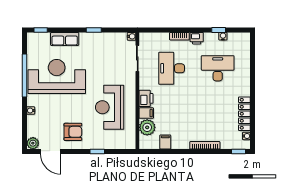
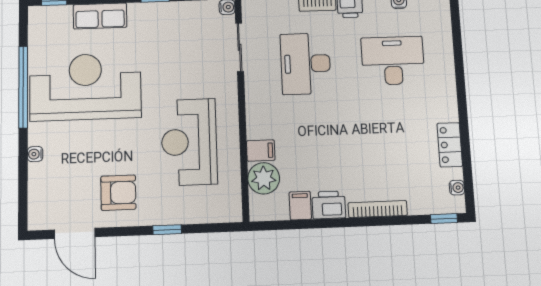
printer: (146, 98) -> (329, 205), moved, turned -90
locker: (244, 114) -> (450, 145), width x0.66
plant: (33, 143) -> (39, 218), removed

